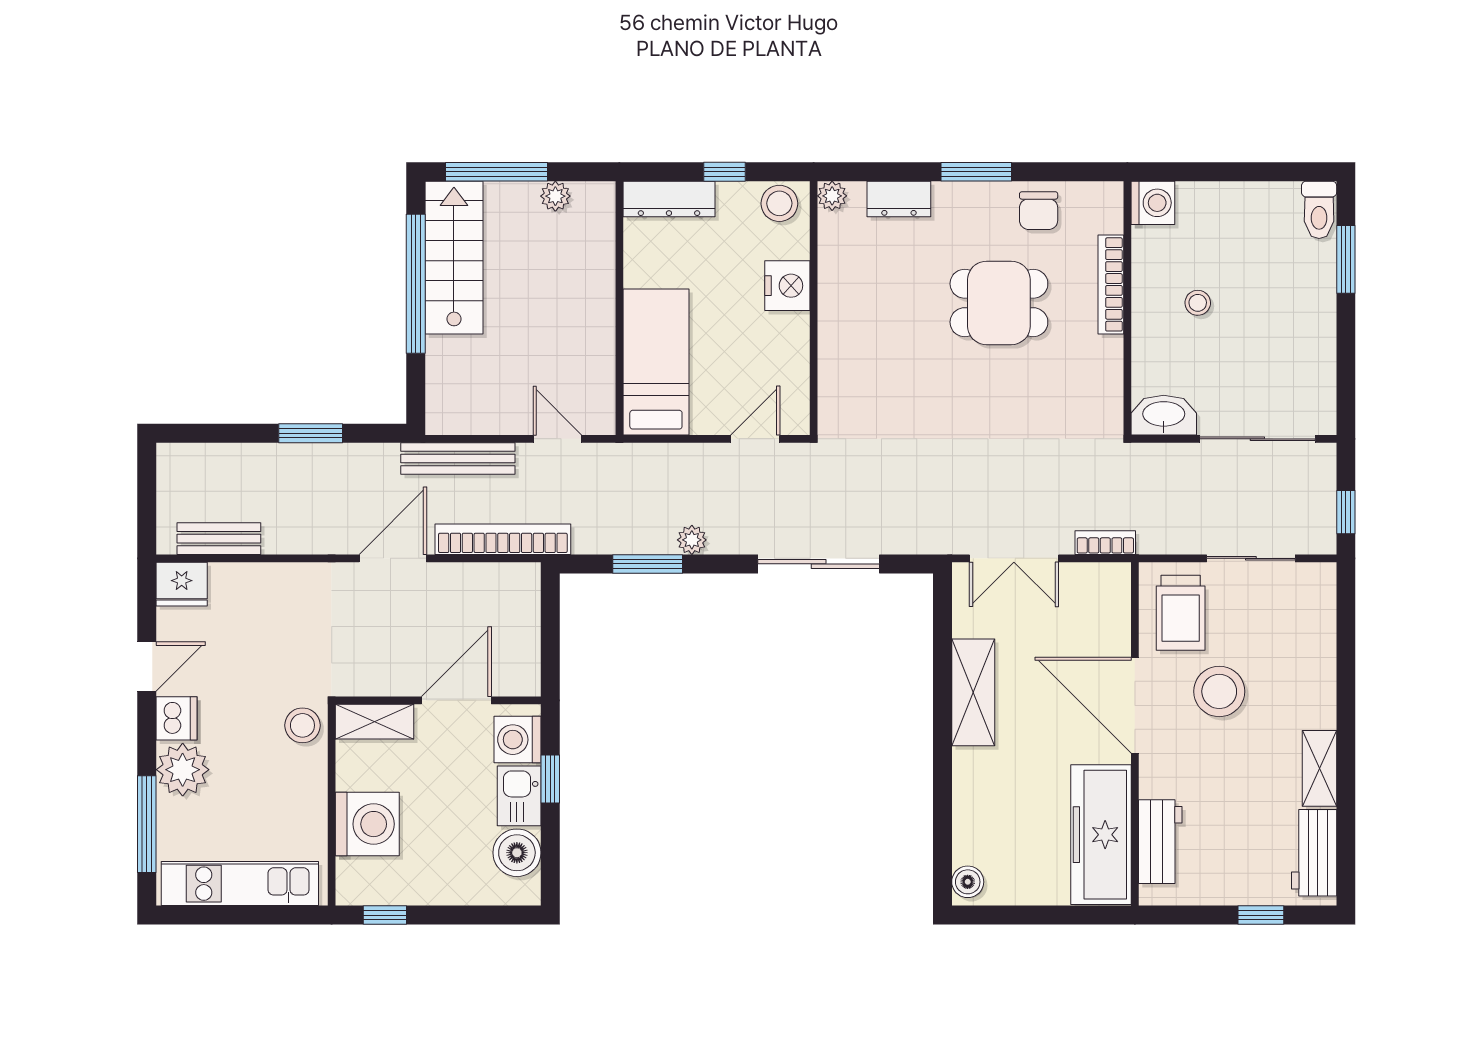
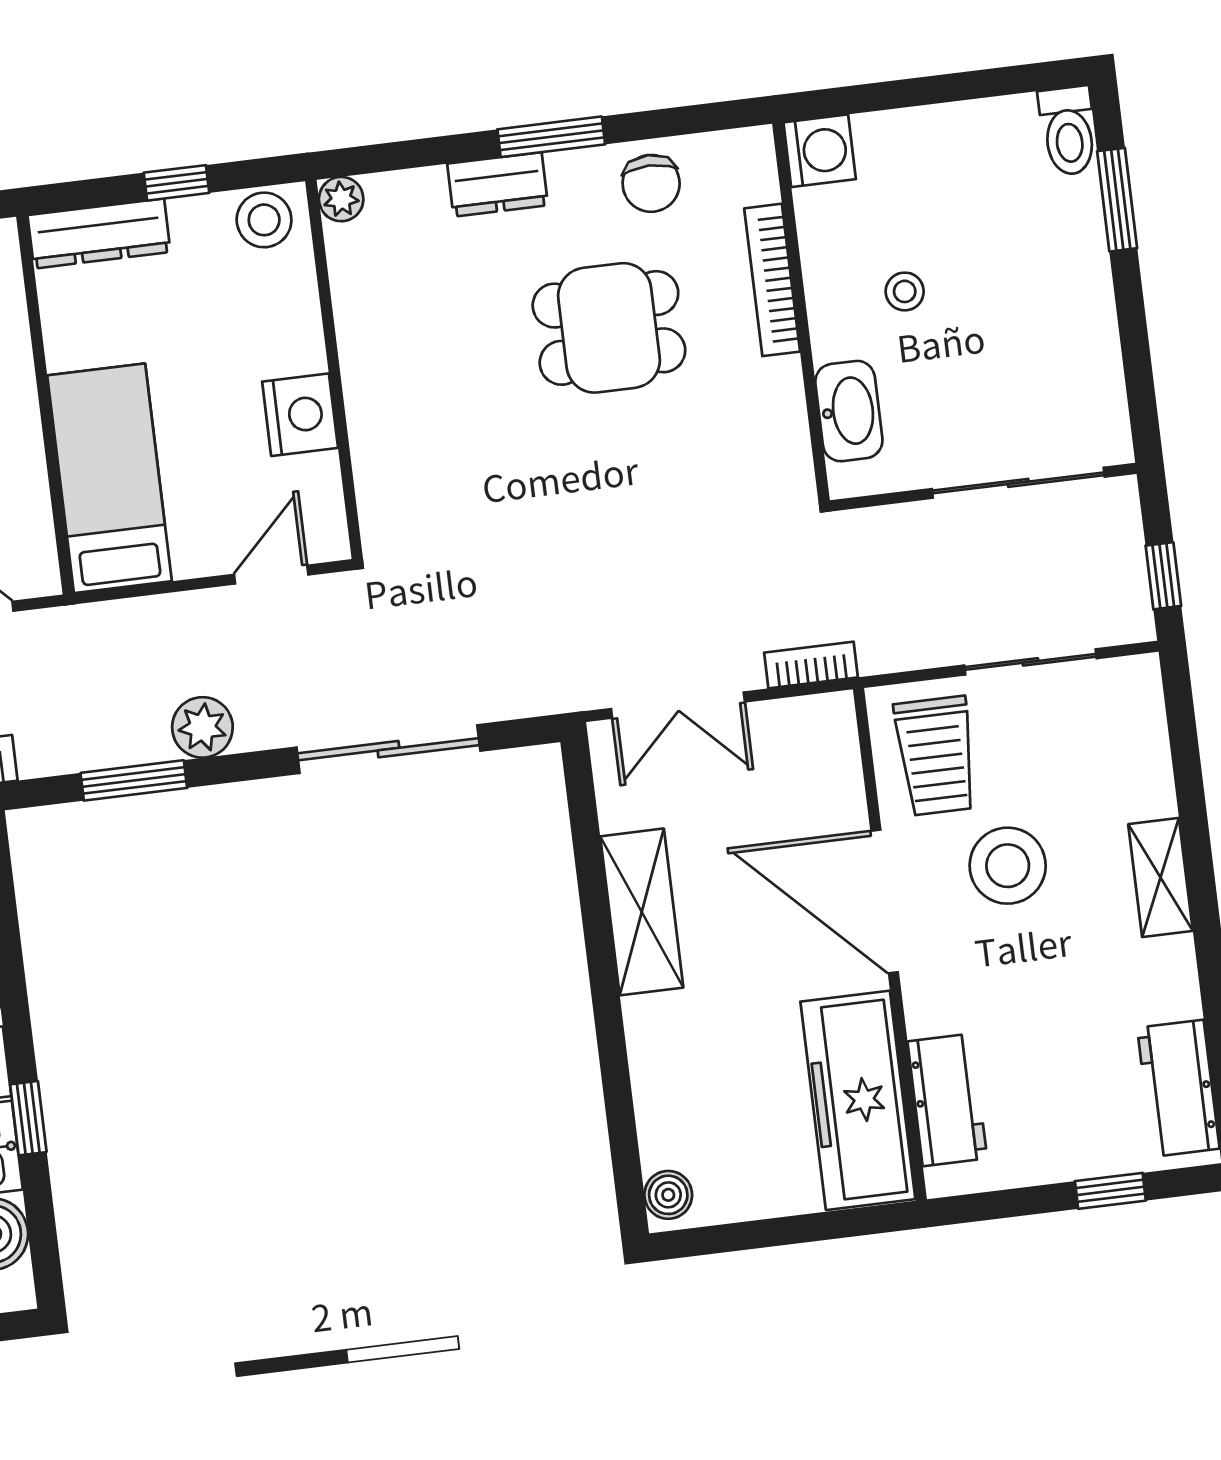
dresser: (899, 199) -> (498, 184), moved
nightstand: (787, 286) -> (300, 415), moved
washbasin: (1164, 415) -> (849, 411), moved, turned 90
plant: (692, 540) -> (202, 727), width x1.38, depth x1.38
shelving: (1319, 768) -> (1161, 878), moved

